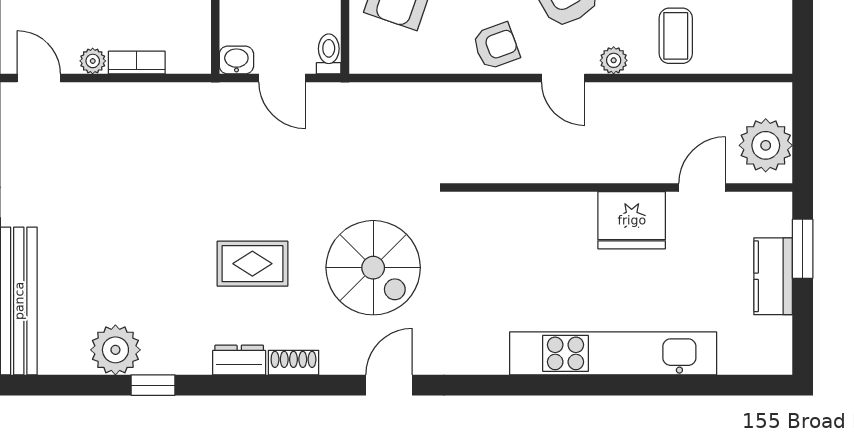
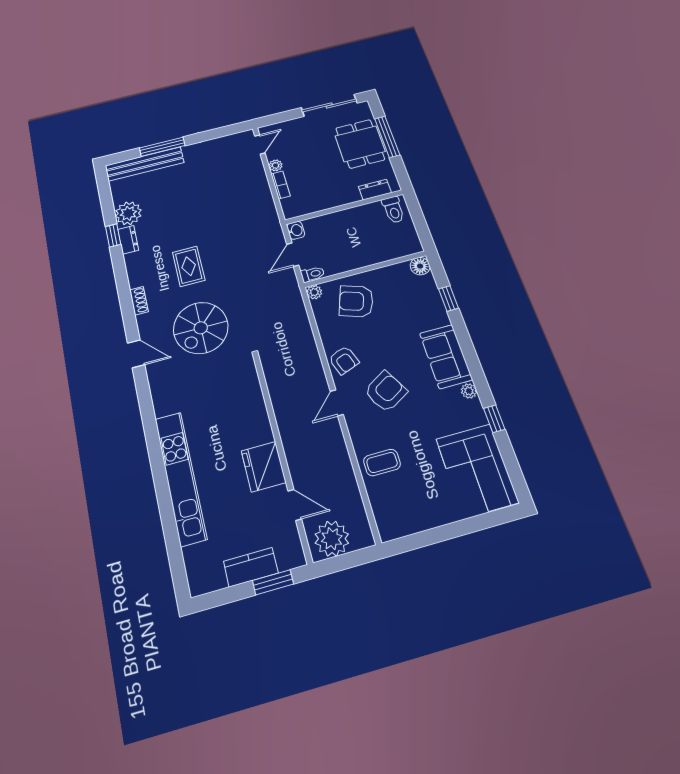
plant: (614, 60) -> (314, 292), moved
dresser: (239, 360) -> (128, 240), moved

